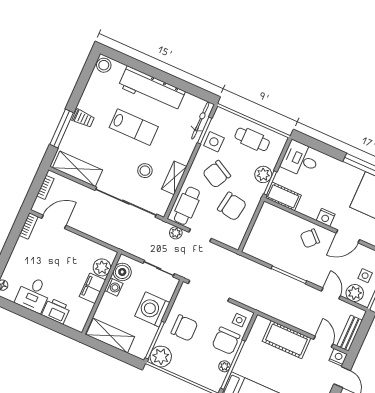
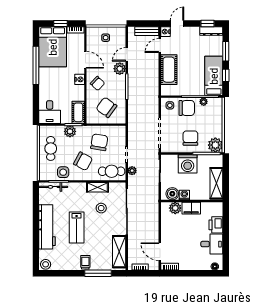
lab bench: (134, 127) -> (77, 228), turned 180
chair: (273, 236) -> (106, 107), added
plant: (355, 293) -> (120, 69), moved

